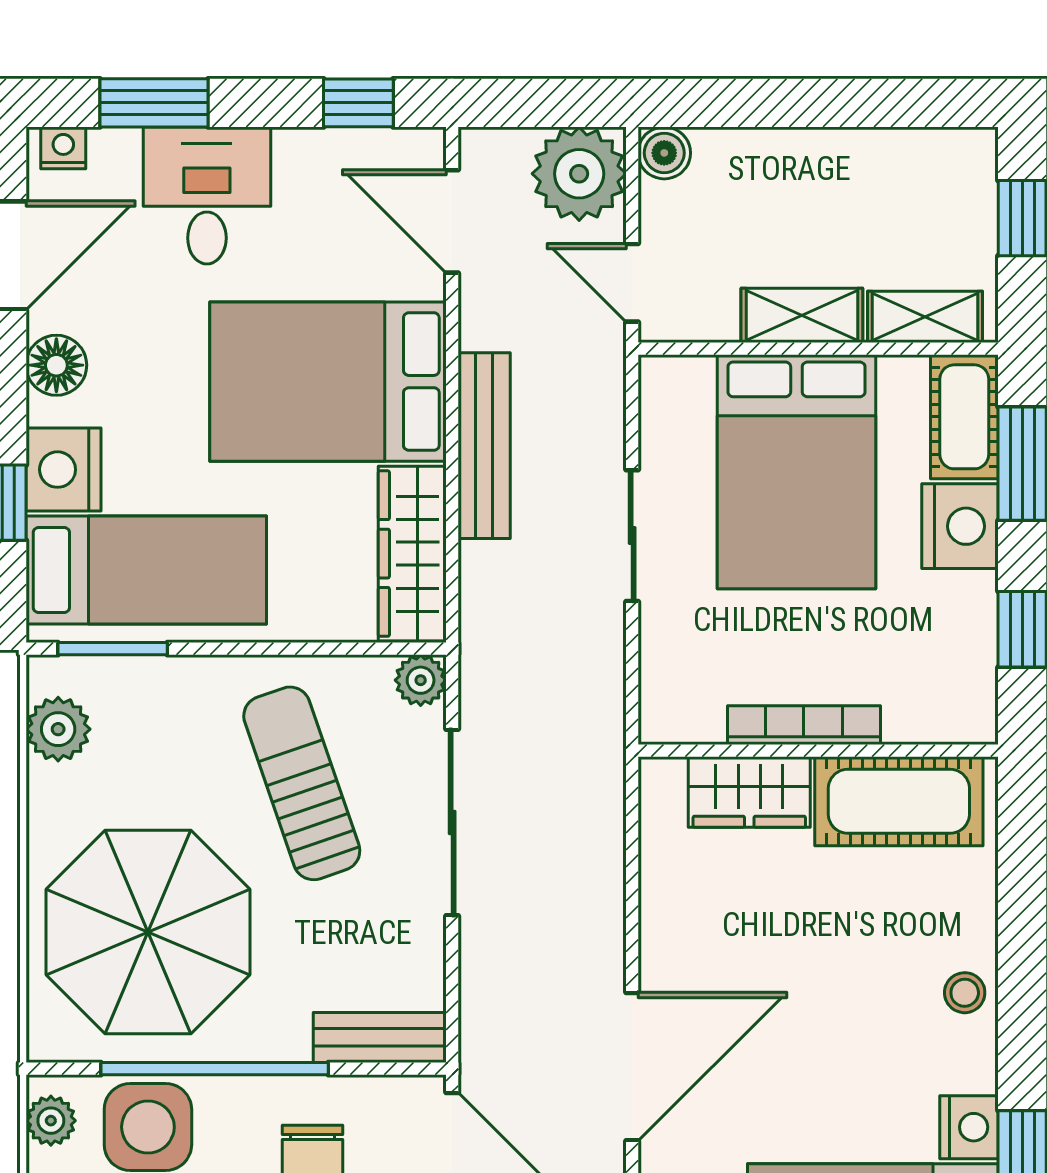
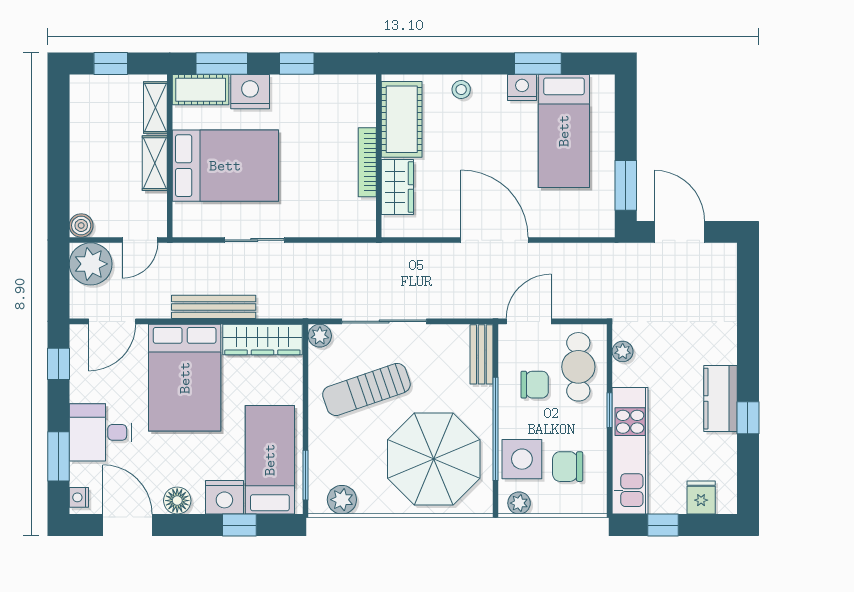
bookcase: (804, 725) -> (367, 162), moved
wall: (818, 751) -> (379, 156), moved
wardrobe: (749, 792) -> (397, 187), moved
cot: (899, 801) -> (402, 119), moved

